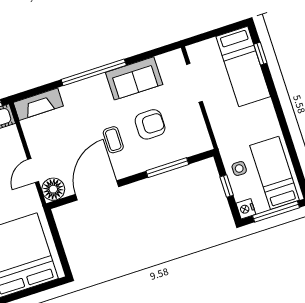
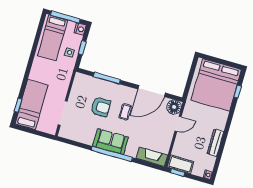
sofa: (134, 78) -> (111, 142), moved
armchair: (150, 124) -> (101, 107), turned 180

